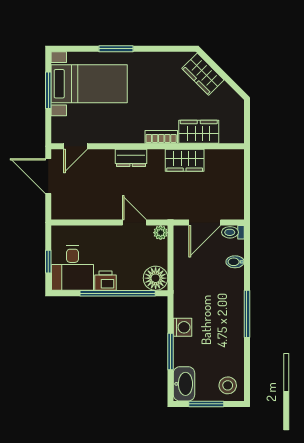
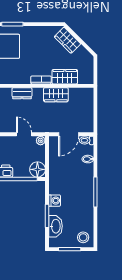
washbasin: (184, 384) -> (55, 226), moved

